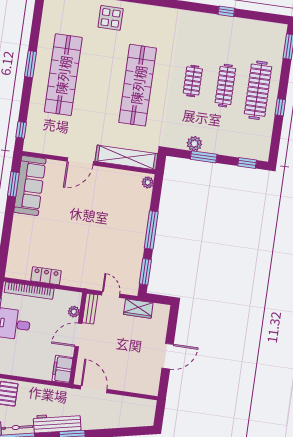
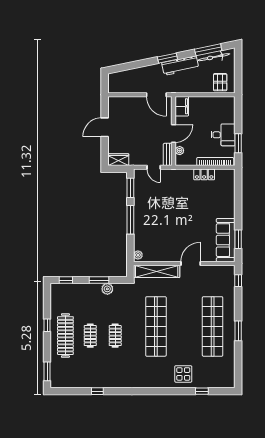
clothes rail: (225, 86) -> (90, 336), width x0.73
wardrobe: (138, 309) -> (118, 160), moved

